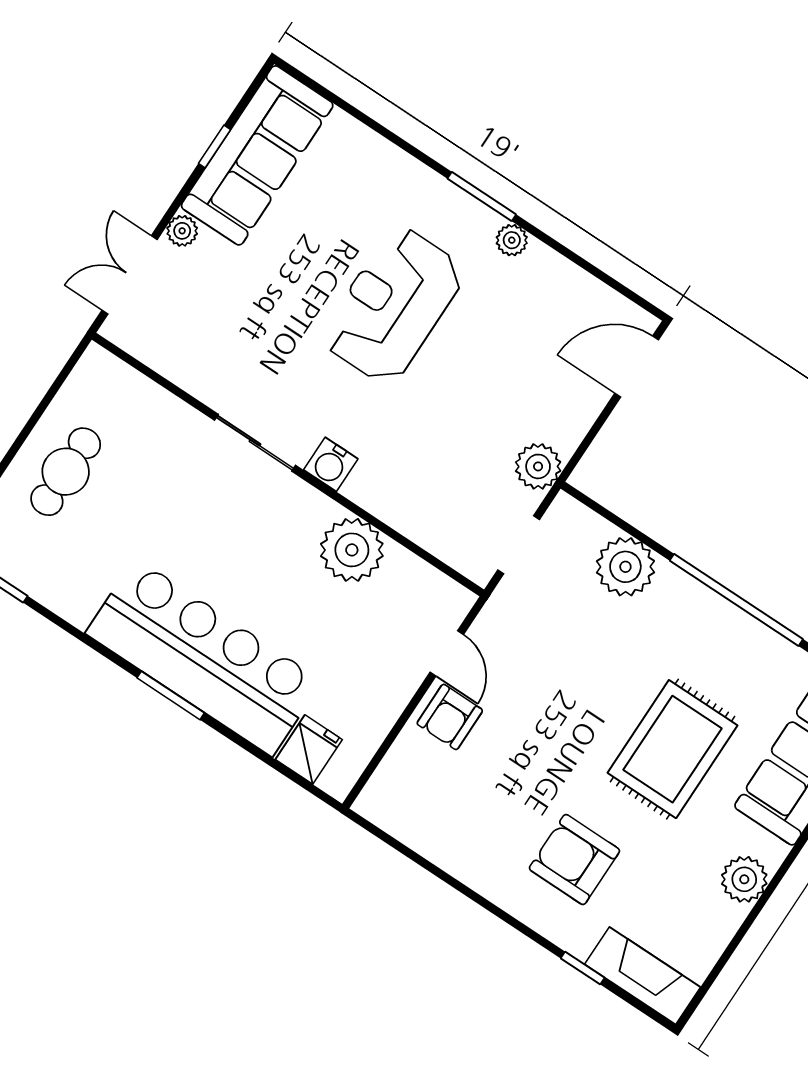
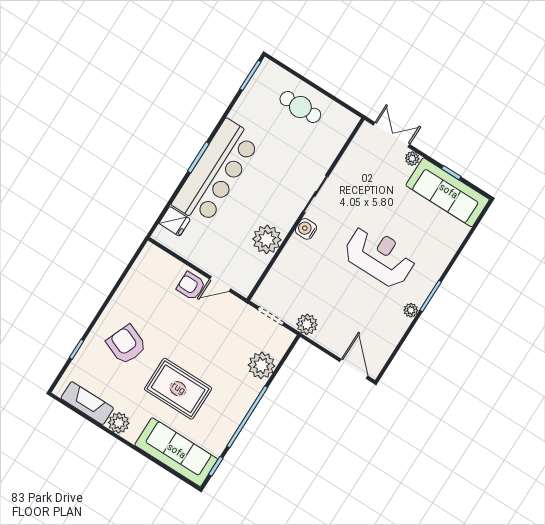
armchair: (574, 860) -> (126, 345), turned -68
fireplace: (642, 976) -> (87, 403), moved, turned -90

